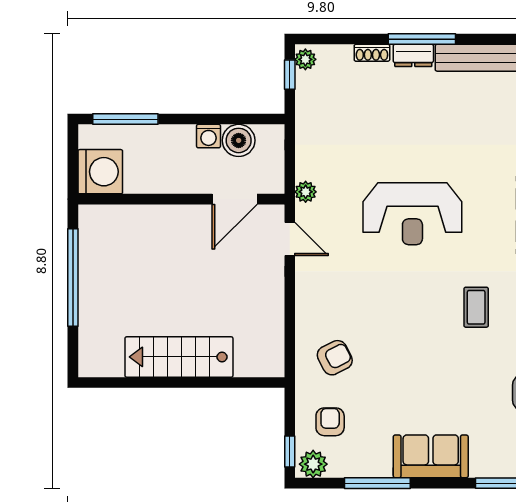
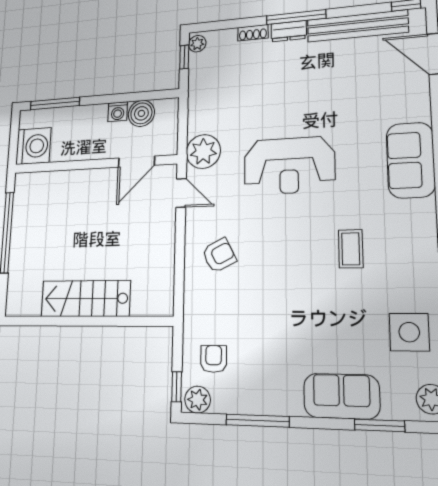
plant: (306, 192) -> (203, 152), width x1.87, depth x1.87
armchair: (335, 358) -> (219, 255), moved
sofa: (431, 456) -> (342, 396), moved

